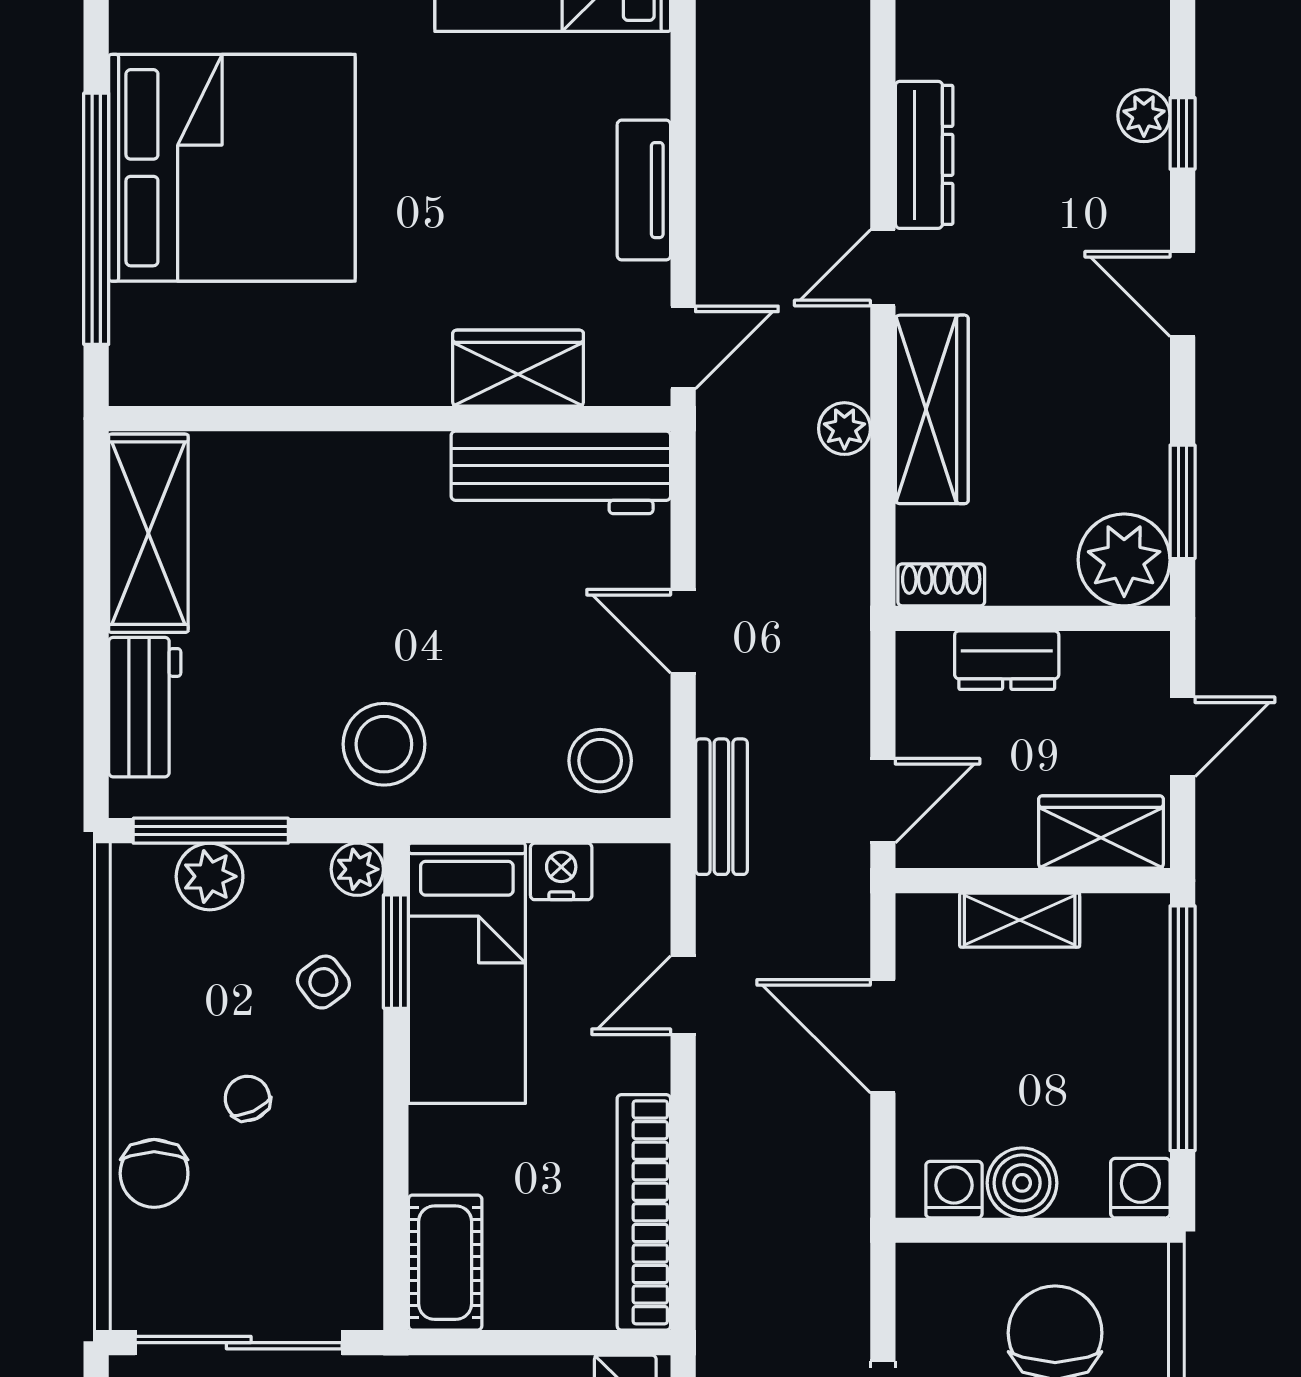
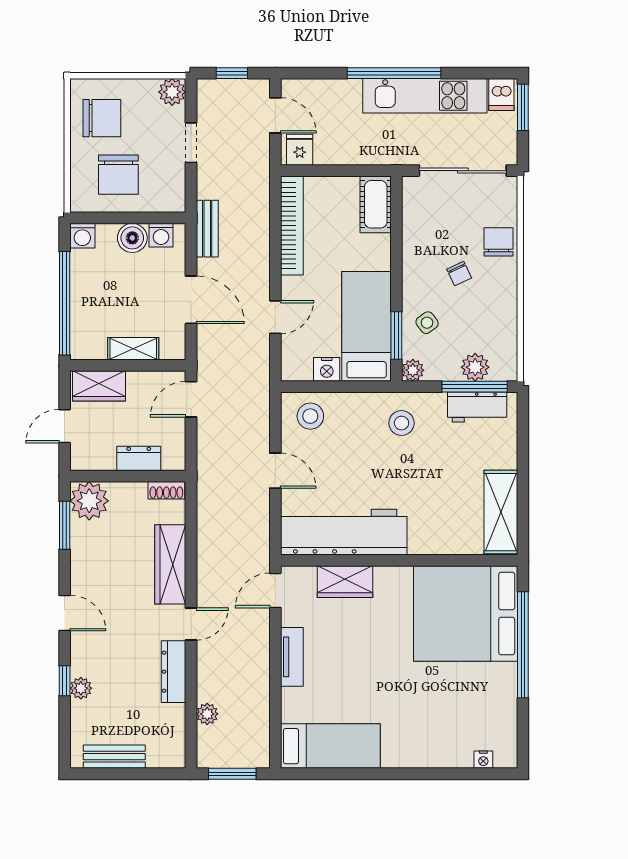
bed: (232, 168) -> (466, 614), moved
plant: (844, 429) -> (207, 714), moved
workbench: (561, 472) -> (344, 532), width x1.36, depth x1.32
workbench: (145, 707) -> (477, 407), moved, turned -90
stool: (384, 744) -> (402, 423), width x0.73, depth x0.73
bench: (721, 807) -> (207, 229), moved

